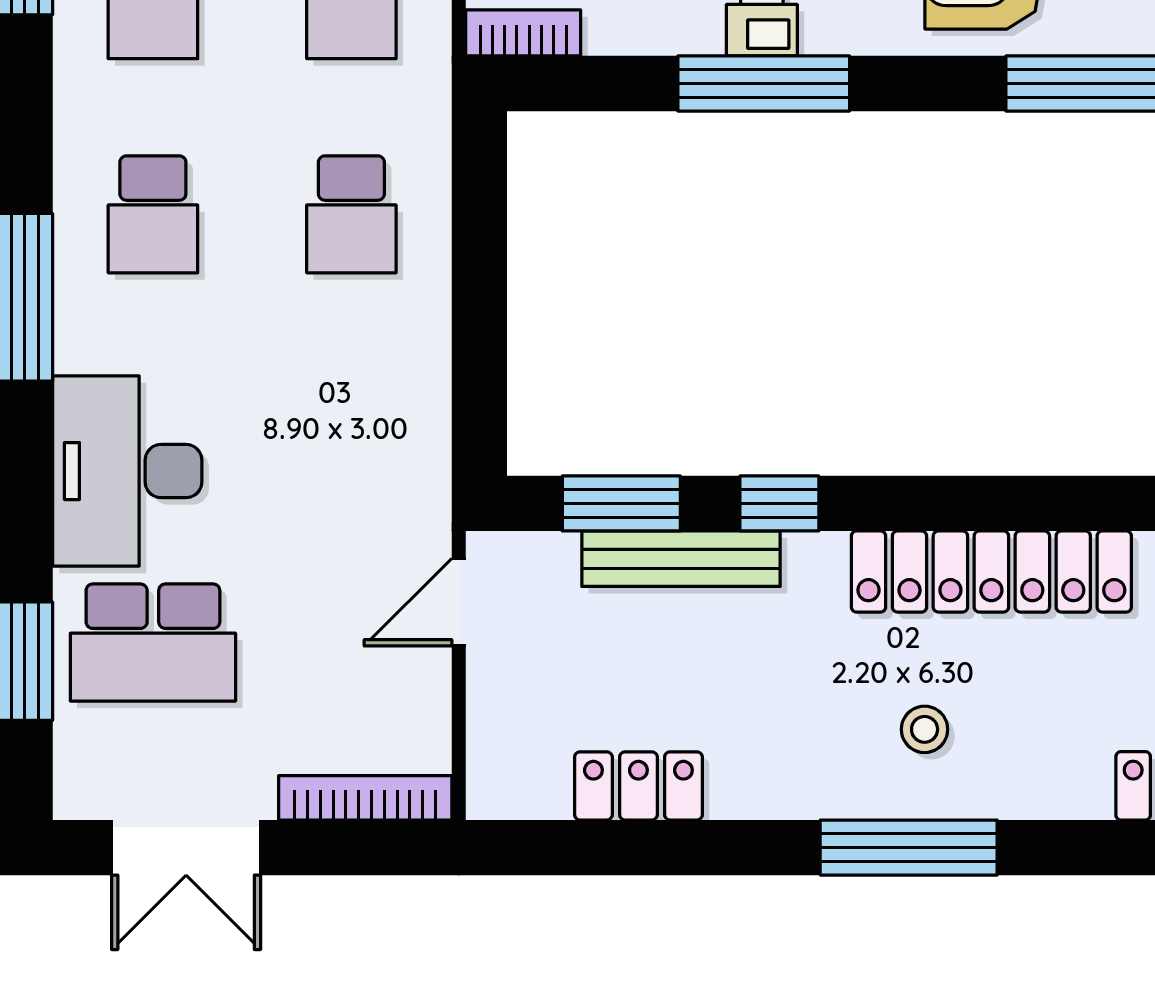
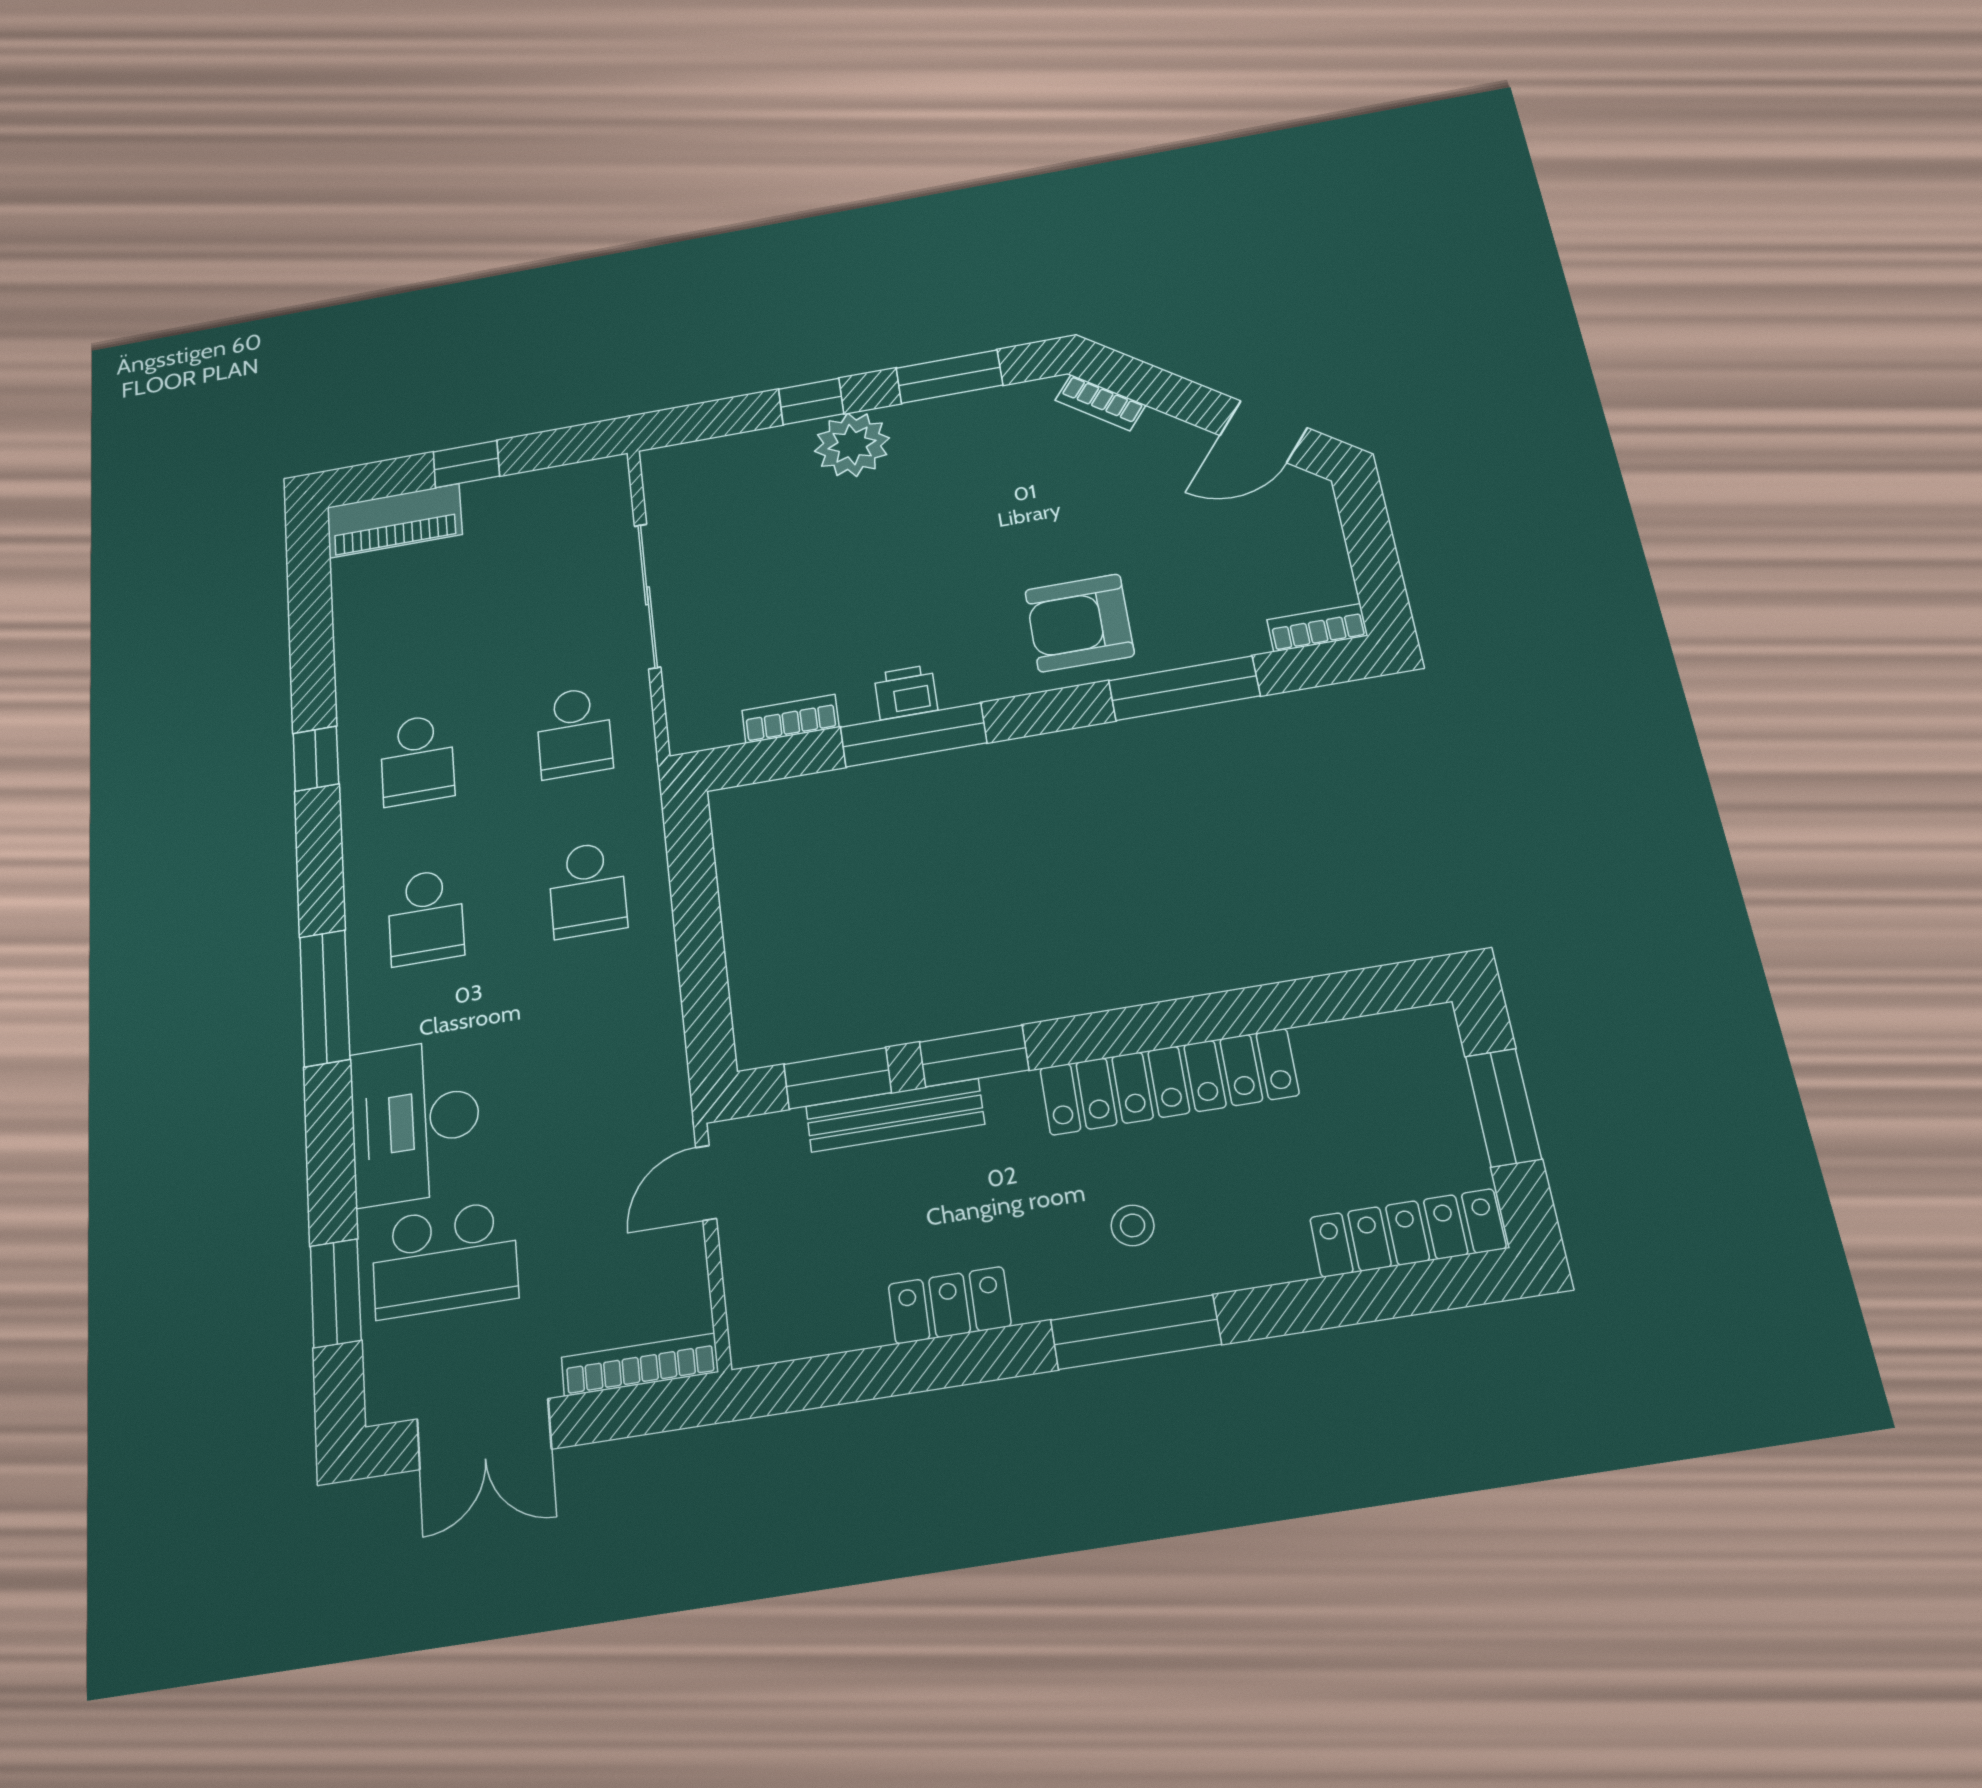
bookcase: (523, 33) -> (790, 719), moved
window: (779, 503) -> (974, 1056), width x1.50
locker: (638, 786) -> (950, 1305), moved

